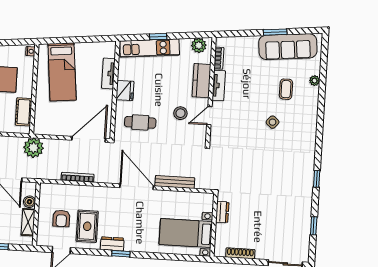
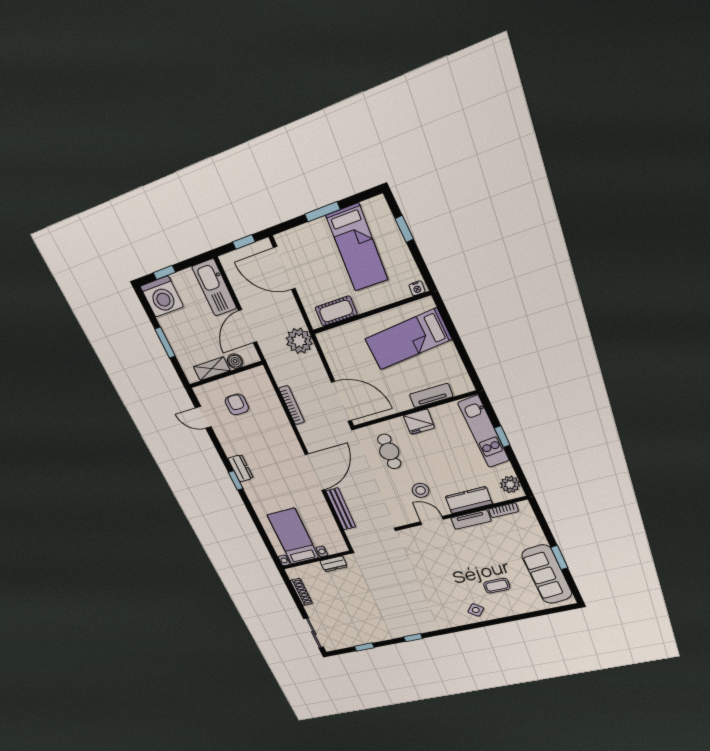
plant: (315, 81) -> (518, 609), removed
side table: (273, 122) -> (476, 610), moved
armchair: (61, 218) -> (237, 404), turned 90
rug: (87, 226) -> (244, 436), removed

